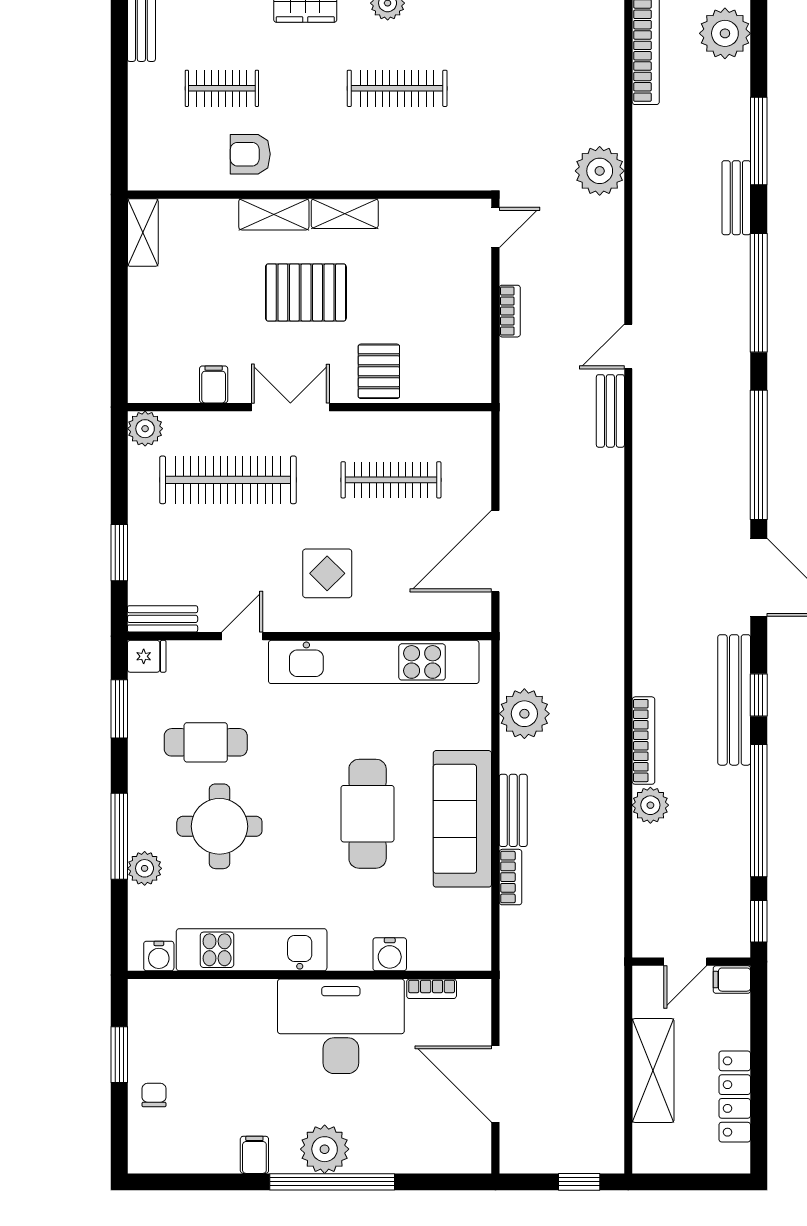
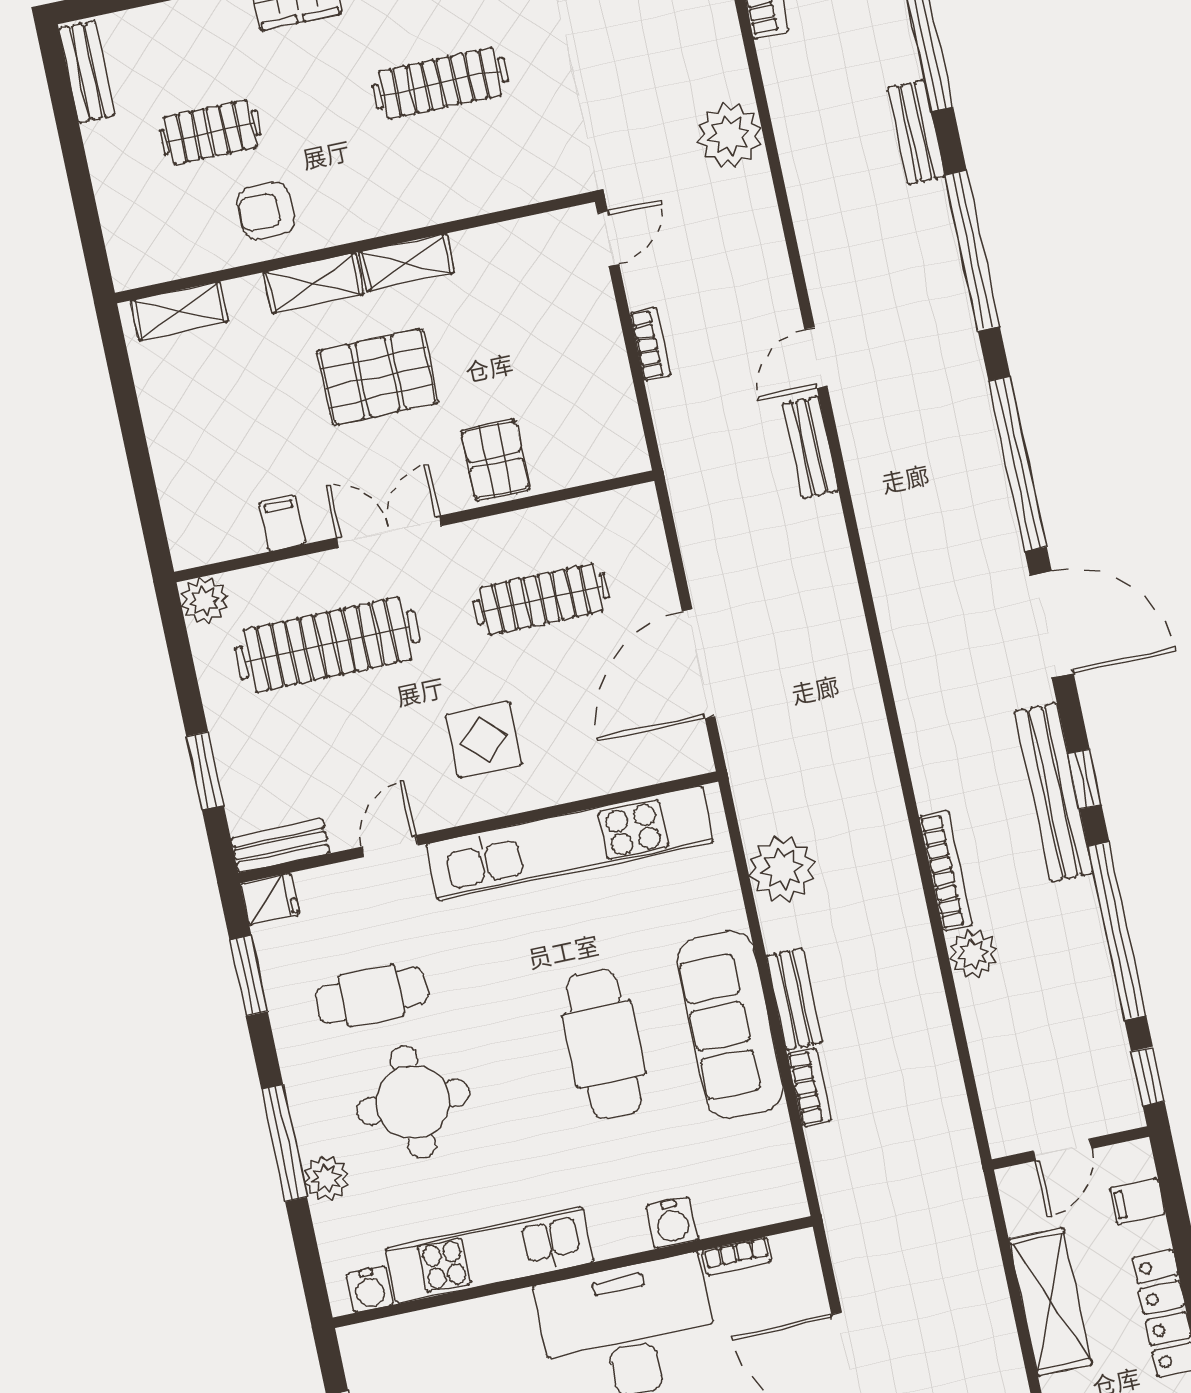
shelving: (143, 232) -> (179, 311), moved, turned 90
filing cabinet: (732, 980) -> (1137, 1201), moved

